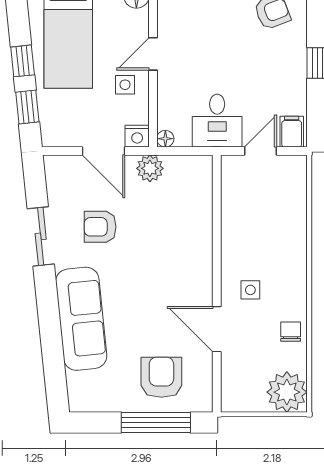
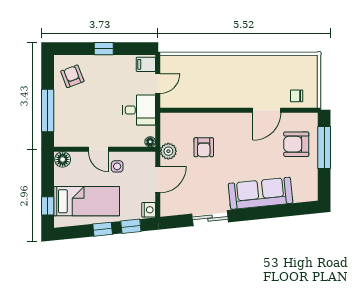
nightstand: (137, 136) -> (149, 210), moved
door: (261, 151) -> (158, 83), swing flipped
armchair: (100, 227) -> (204, 147), moved
side table: (250, 290) -> (243, 90), removed
chair: (291, 332) -> (297, 96), moved
plant: (287, 392) -> (305, 67), removed

